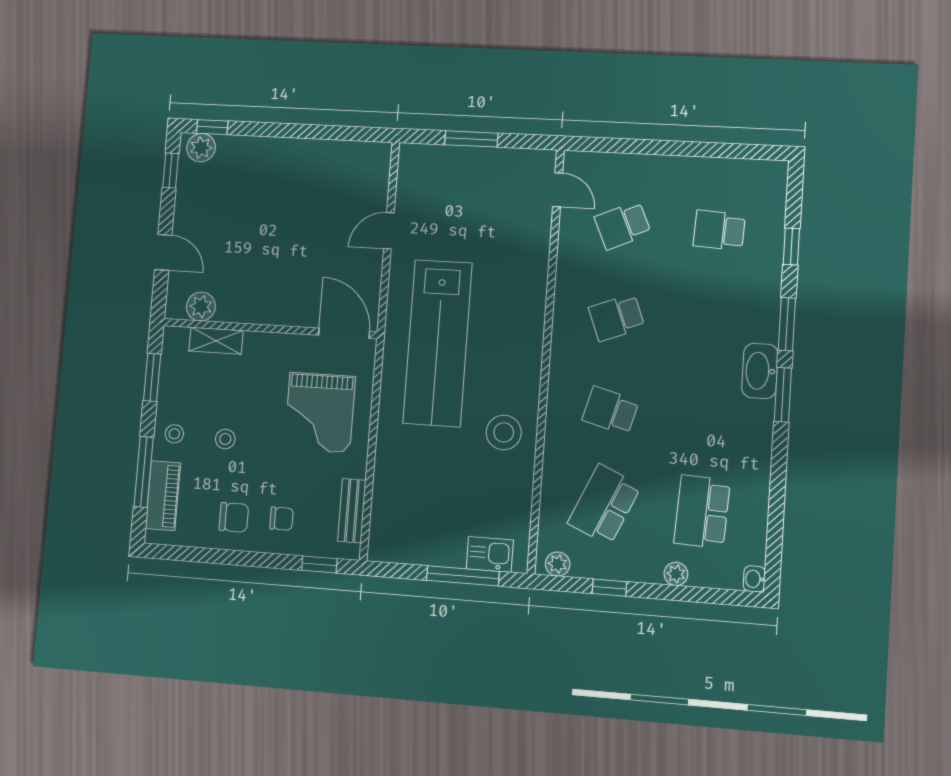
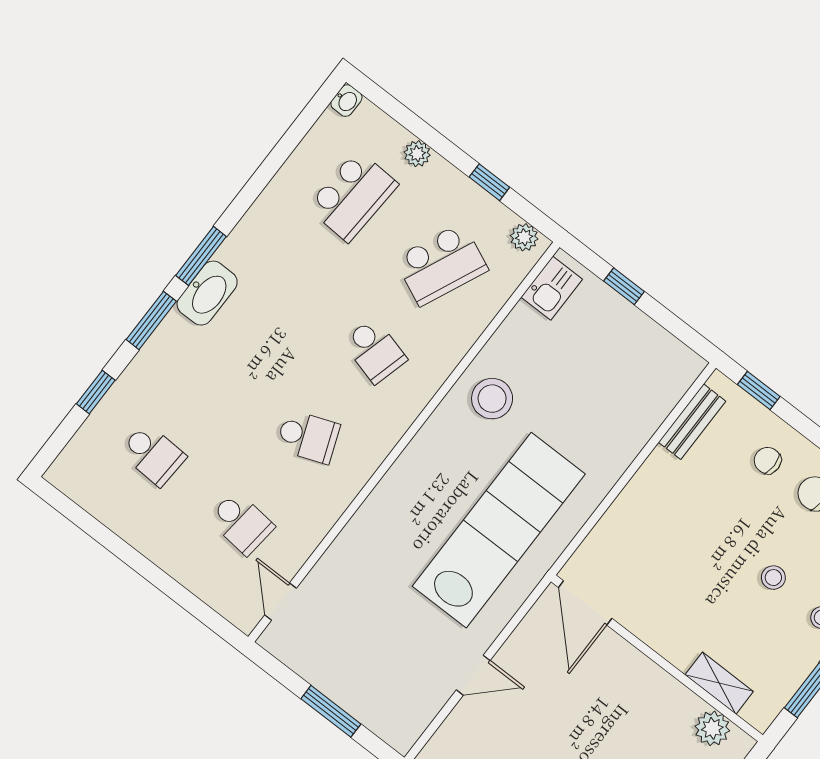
school desk: (623, 225) -> (241, 523), turned 30
grand piano: (320, 413) -> (661, 540), removed
kitchen sink: (490, 554) -> (552, 288), moved, turned -90
window: (463, 576) -> (624, 286), width x0.46

